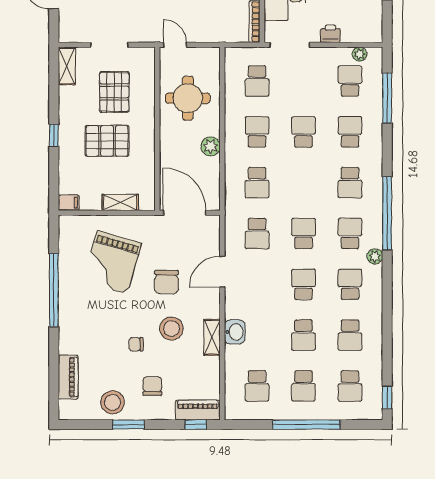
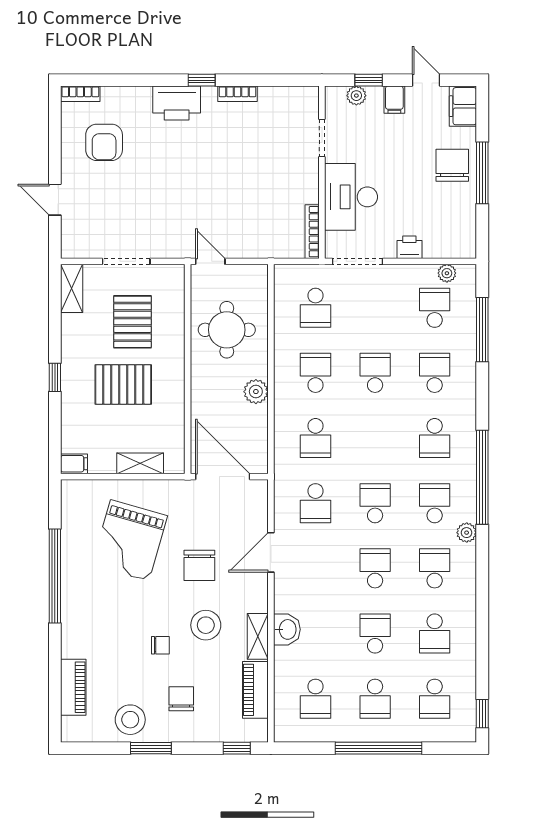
school desk: (304, 335) -> (375, 634), turned 180
chair: (136, 344) -> (160, 645), turned 180
piano: (198, 410) -> (255, 690), moved, turned -90

